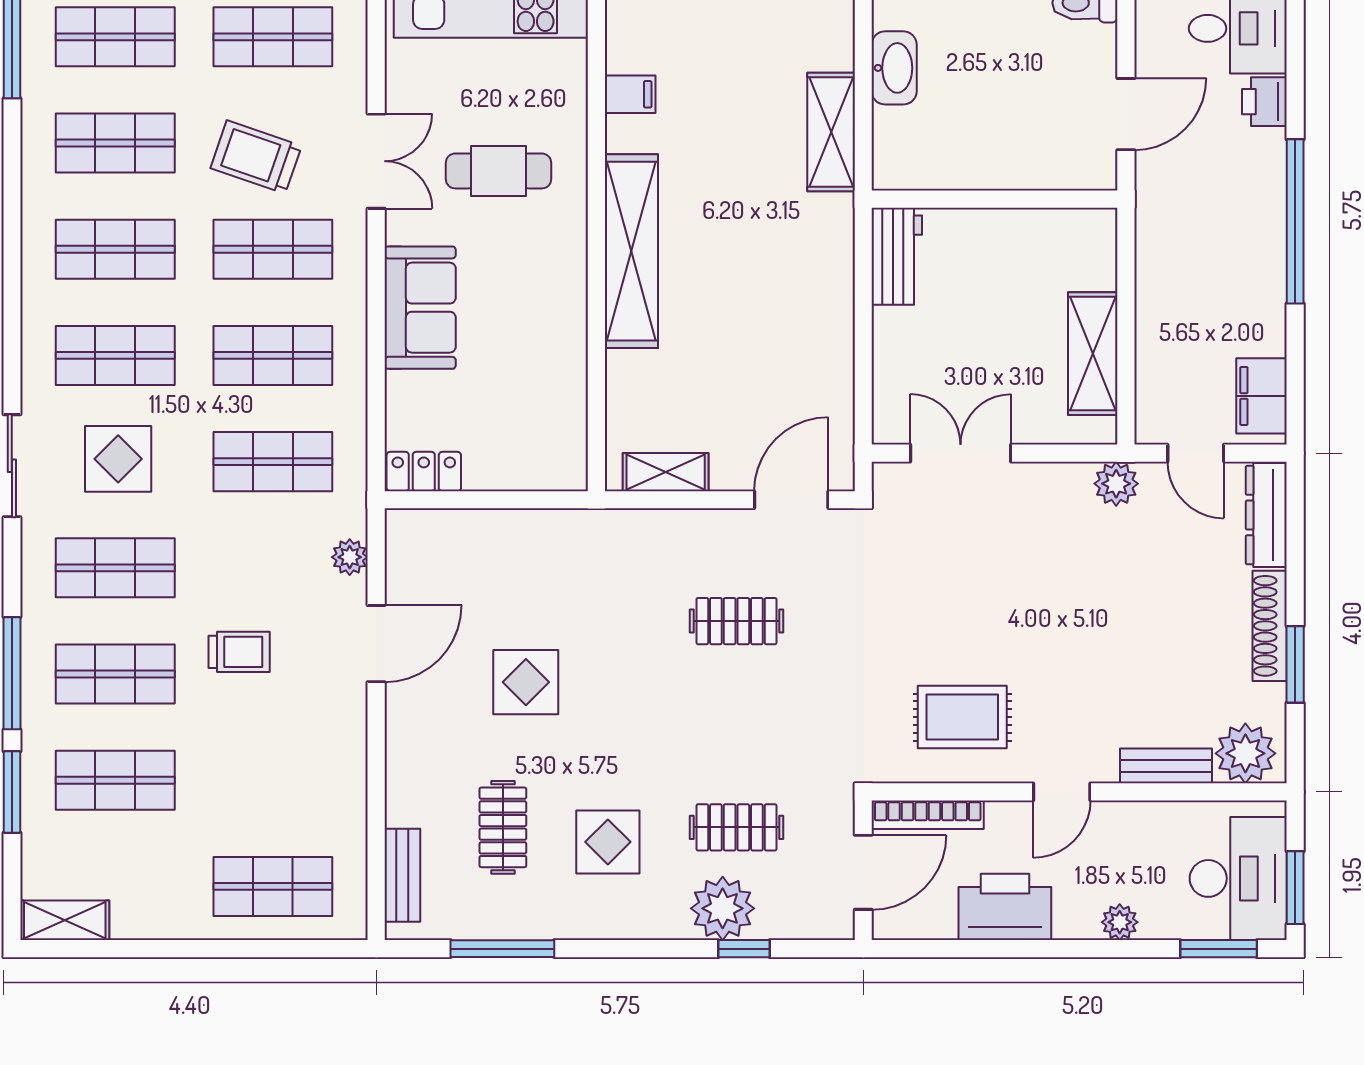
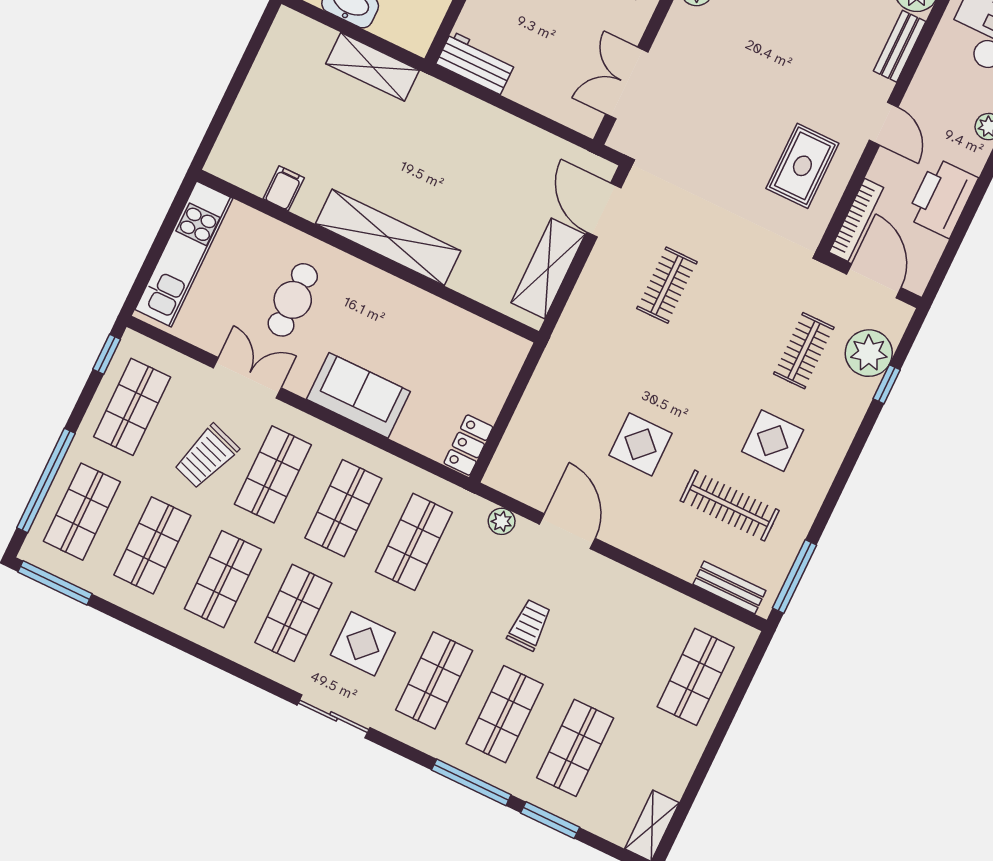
shelving: (666, 472) -> (548, 269), width x1.50, depth x1.33
clothes rail: (503, 827) -> (730, 506), width x1.36
plant: (723, 908) -> (869, 353), moved
window: (502, 949) -> (795, 577), moved

